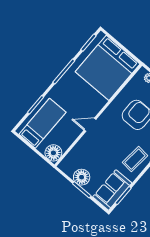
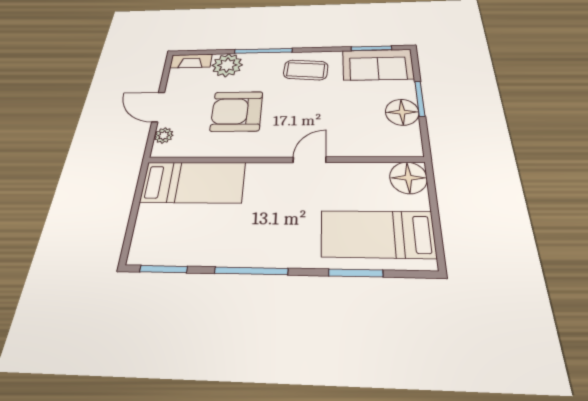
bed: (108, 68) -> (193, 182), width x0.49
door: (90, 125) -> (309, 160), swing flipped

